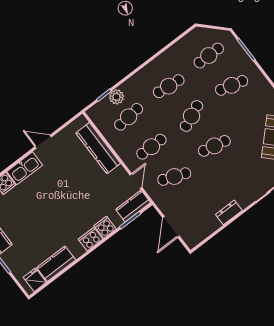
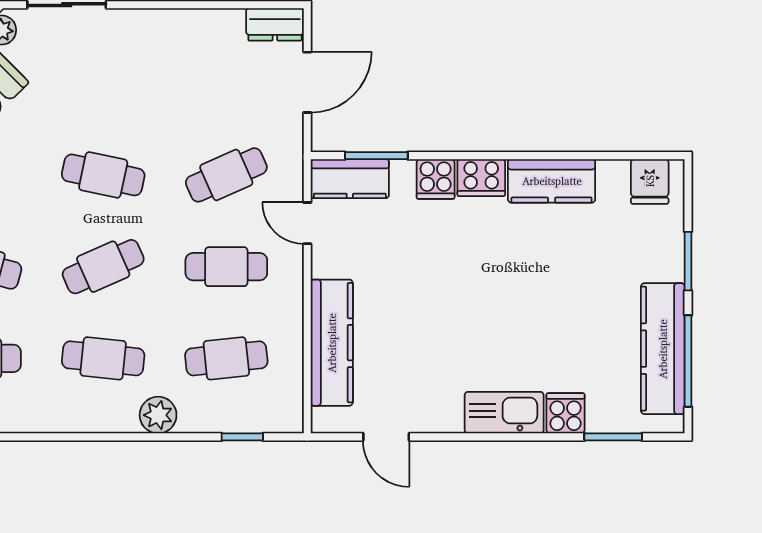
plant: (117, 97) -> (158, 415), moved
door: (43, 142) -> (386, 437), moved
cafe table: (174, 177) -> (226, 175), turned -45
door: (136, 181) -> (307, 223), hinge flipped
dresser: (229, 212) -> (275, 24), moved
kitchen counter: (56, 264) -> (552, 181), moved

